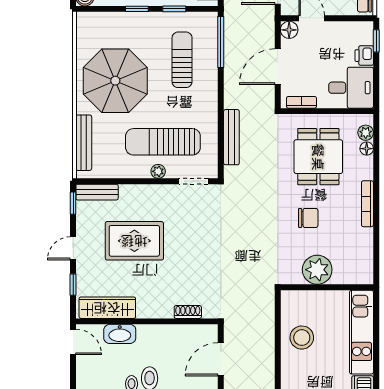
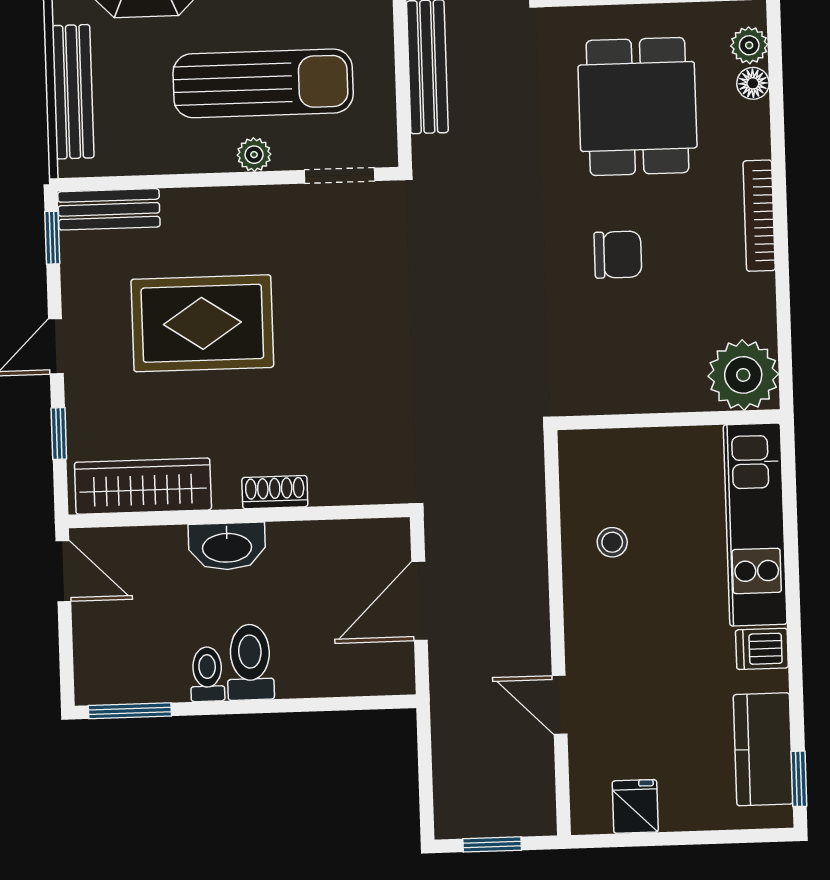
sun lounger: (163, 142) -> (263, 83), turned 180
plant: (317, 270) -> (743, 375), moved
shoe rack: (188, 312) -> (275, 492), moved
washbasin: (120, 334) -> (227, 546), moved
stool: (302, 338) -> (612, 542), width x0.53, depth x0.53

